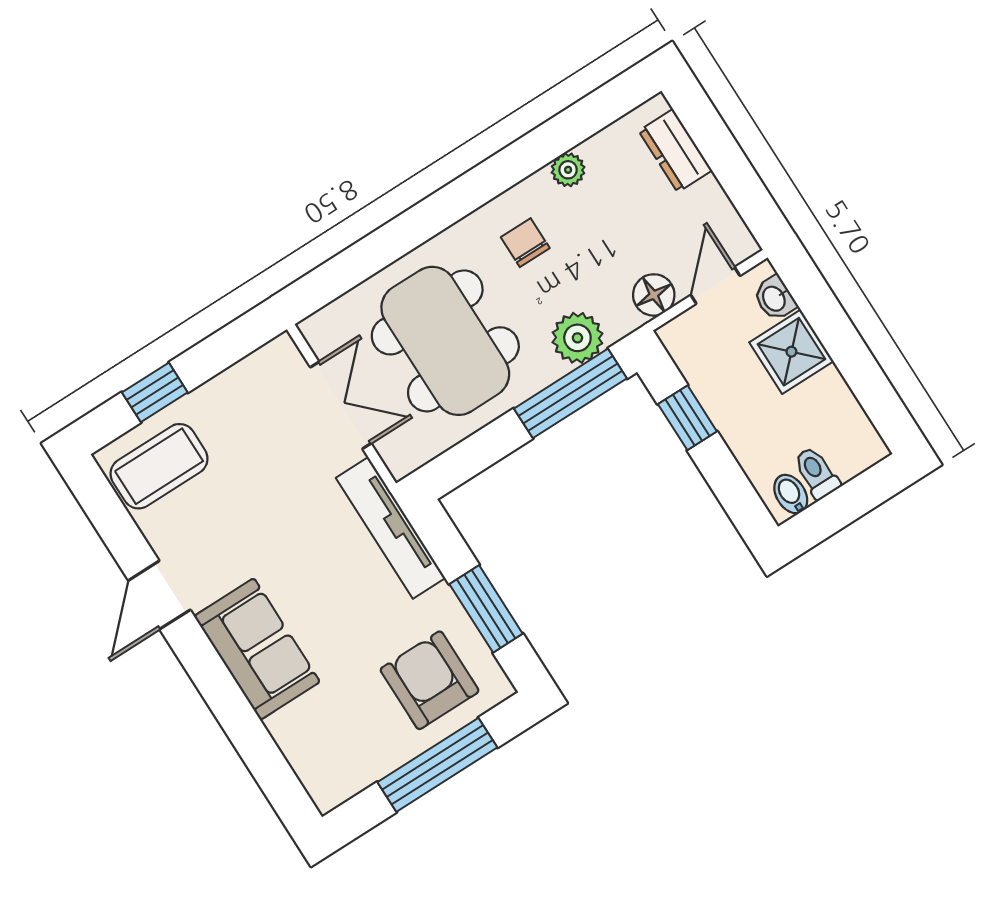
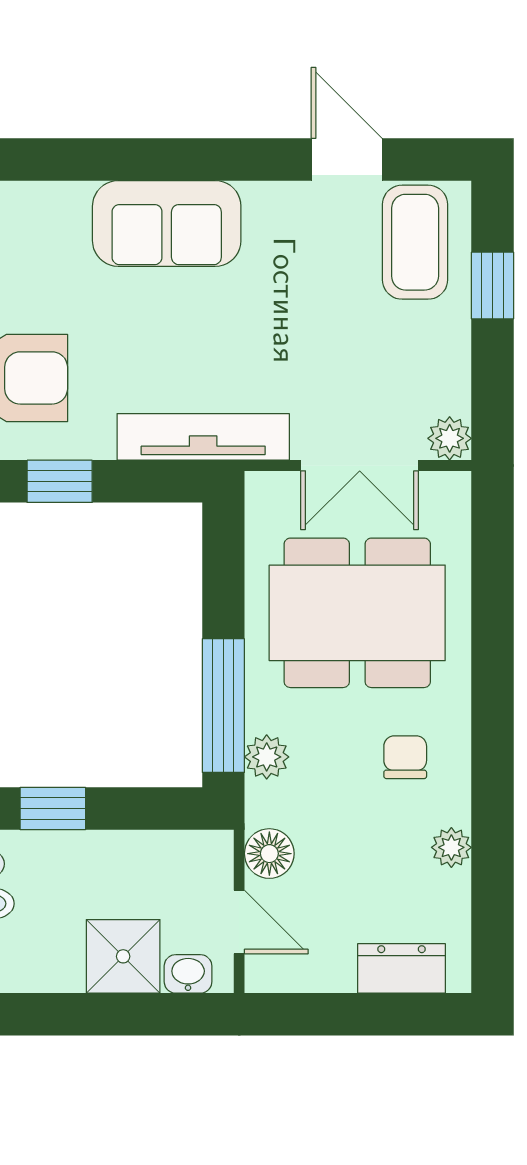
chair: (525, 243) -> (405, 757), turned -90
plant: (577, 338) -> (267, 757), width x0.73, depth x0.73
plant: (281, 354) -> (450, 438), added
window: (687, 418) -> (53, 808), moved
door: (159, 595) -> (347, 159), moved
window: (486, 609) -> (60, 481), width x0.67

